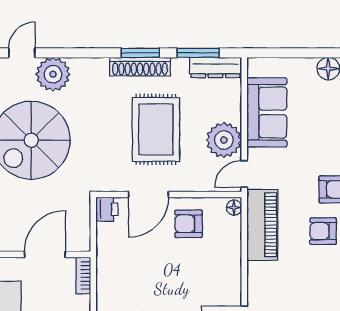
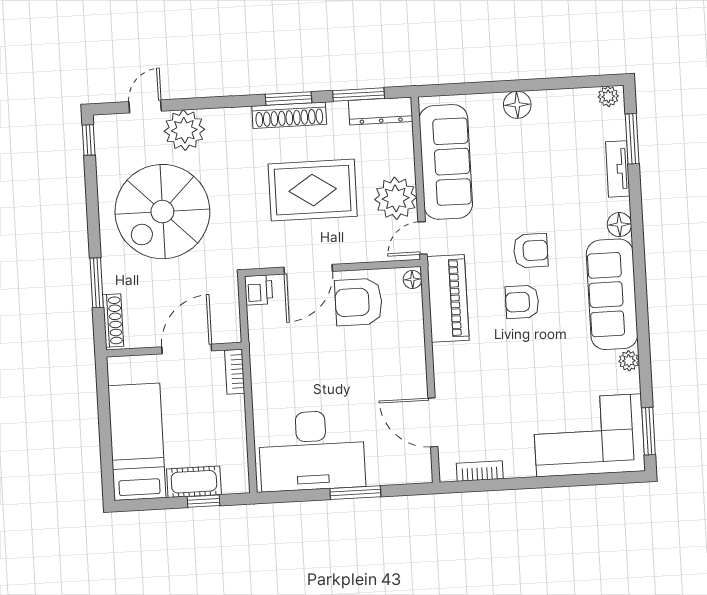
sofa: (267, 112) -> (446, 162), width x1.36
rug: (156, 129) -> (313, 190), turned 90
armchair: (189, 224) -> (359, 302), width x1.38, depth x1.38

